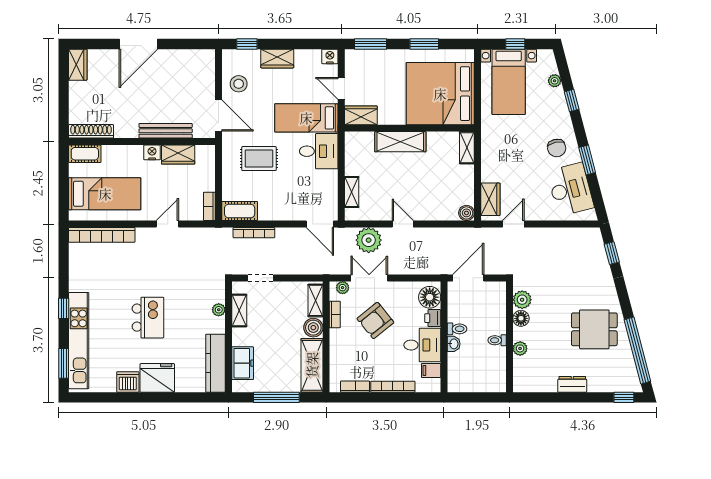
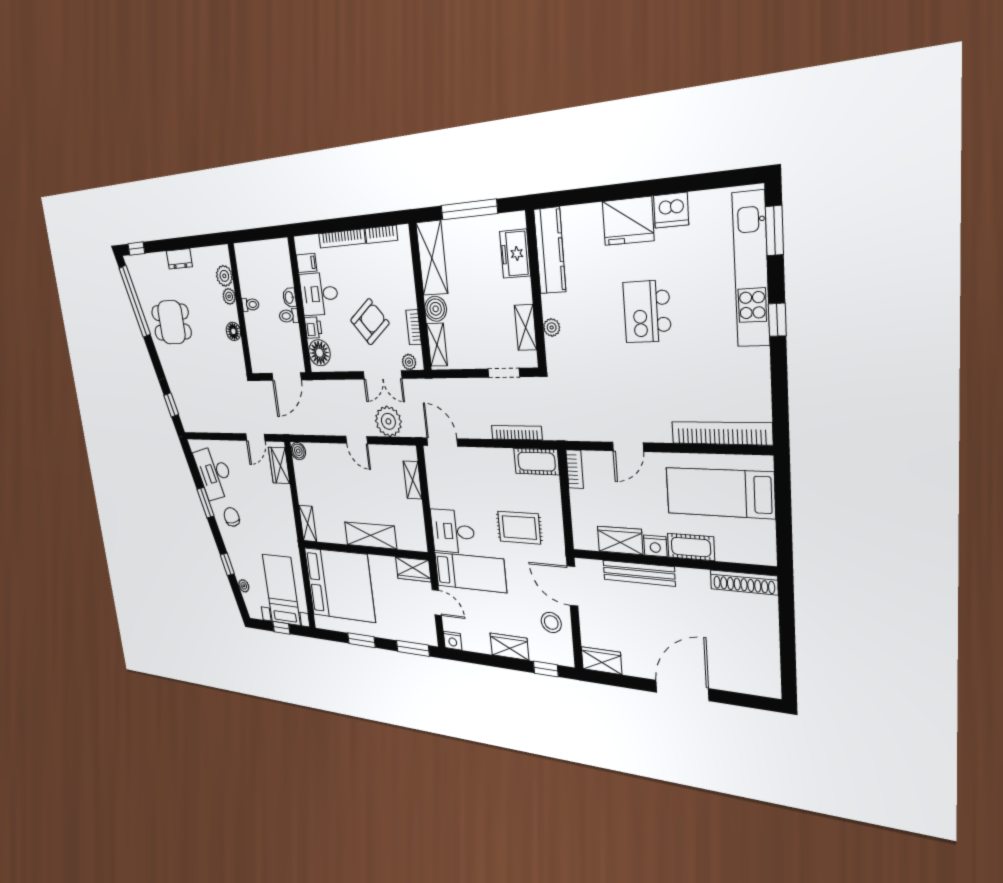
wardrobe: (78, 65) -> (601, 661), moved, turned 90
cot: (85, 154) -> (691, 547), moved
plant: (522, 300) -> (224, 276), moved

